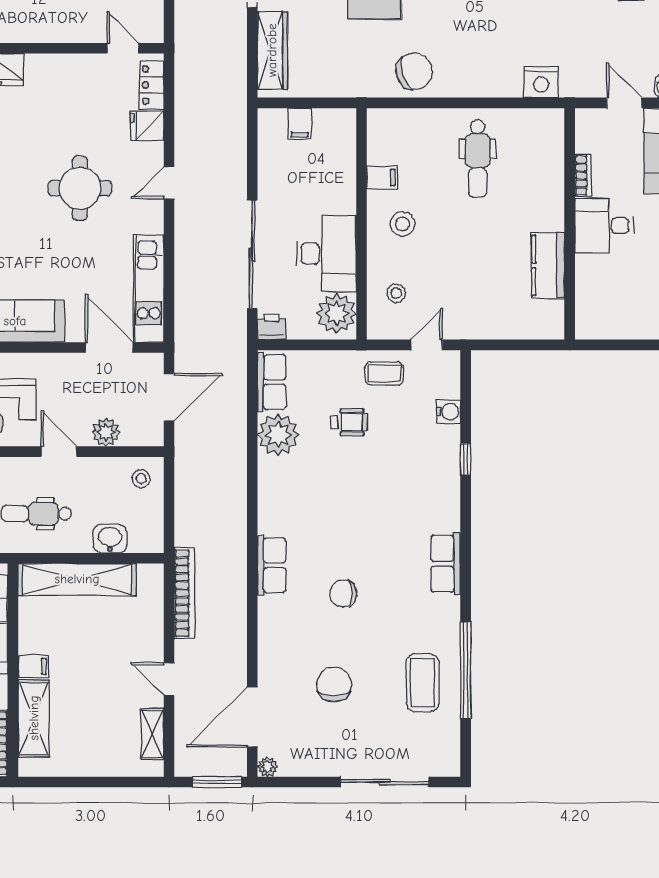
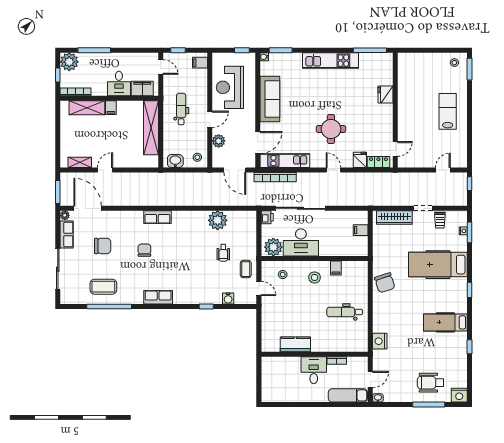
row of seats: (272, 382) -> (67, 235), moved, turned -90
washbasin: (110, 539) -> (175, 161), moved, turned -90
bookcase: (185, 593) -> (275, 177), moved

